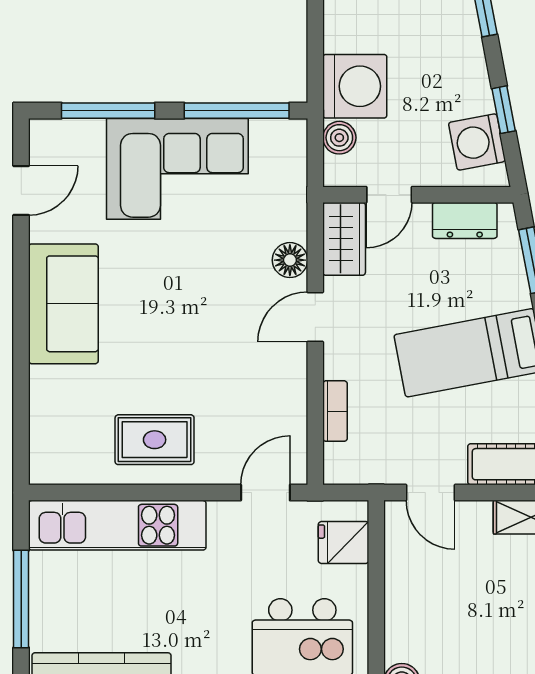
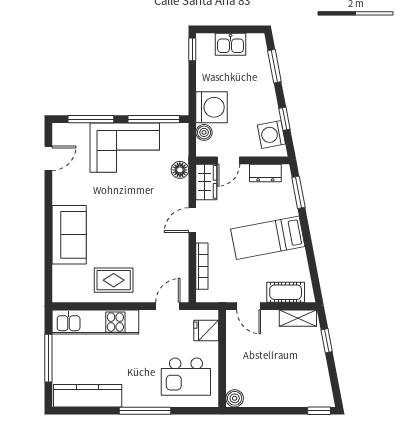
floor lamp: (290, 260) -> (180, 170), moved
sofa: (63, 304) -> (69, 235), moved
bookcase: (335, 411) -> (202, 266), width x1.56

